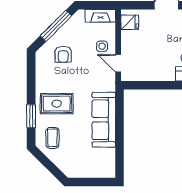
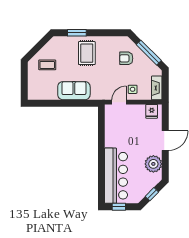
sofa: (104, 120) -> (74, 91), width x0.73
coffee table: (52, 138) -> (47, 65), moved

